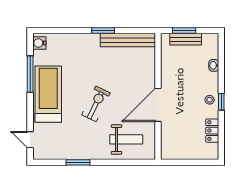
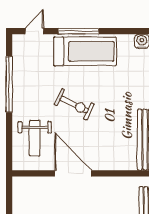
window: (30, 74) -> (78, 31), moved
window: (78, 162) -> (9, 84), width x2.11

